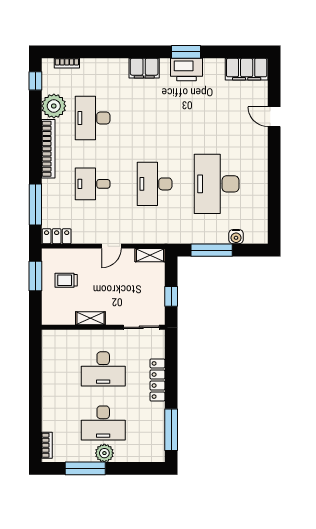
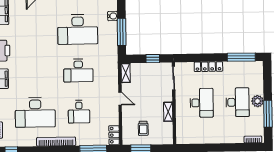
plant: (54, 106) -> (28, 138), removed
desk: (93, 118) -> (35, 112), width x1.36, depth x1.30

